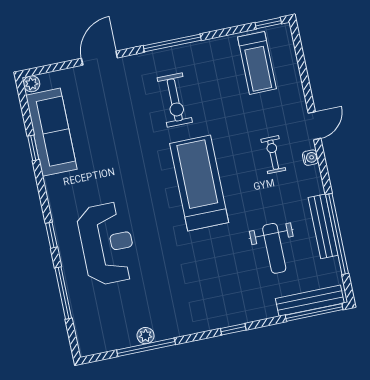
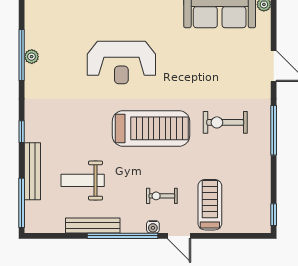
treadmill: (257, 63) -> (210, 205), moved, turned 90
exercise bike: (273, 155) -> (162, 196), turned 180
window: (337, 234) -> (122, 236), moved
reception desk: (107, 244) -> (121, 63), moved
bench: (310, 301) -> (32, 171), moved

